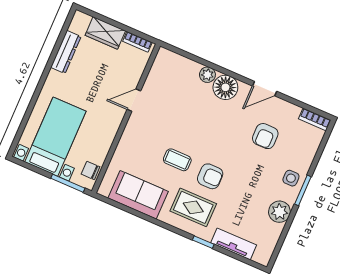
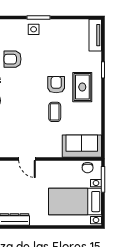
armchair: (265, 136) -> (13, 59), turned 180
sofa: (138, 195) -> (82, 146), moved, turned 90
plant: (279, 212) -> (60, 27), removed
tv unit: (234, 244) -> (95, 35), moved

